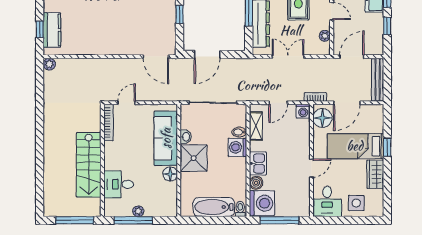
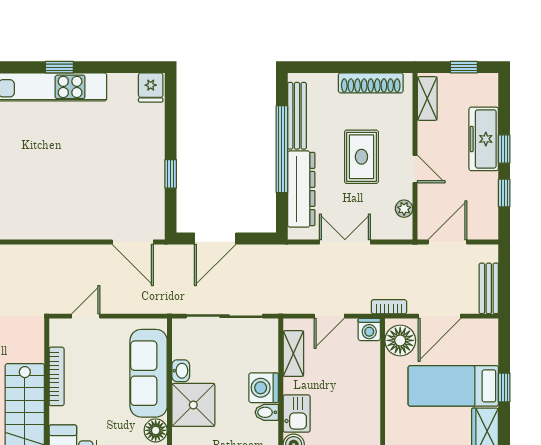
bench: (378, 80) -> (489, 288), width x0.73
bookcase: (108, 122) -> (57, 376), moved
bidet: (239, 132) -> (267, 412), moved
door: (311, 168) -> (383, 421), removed

